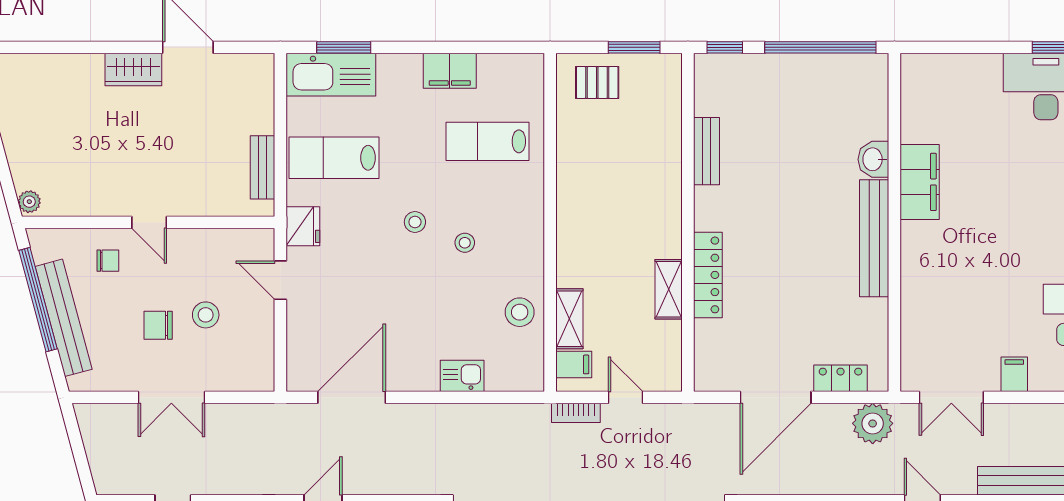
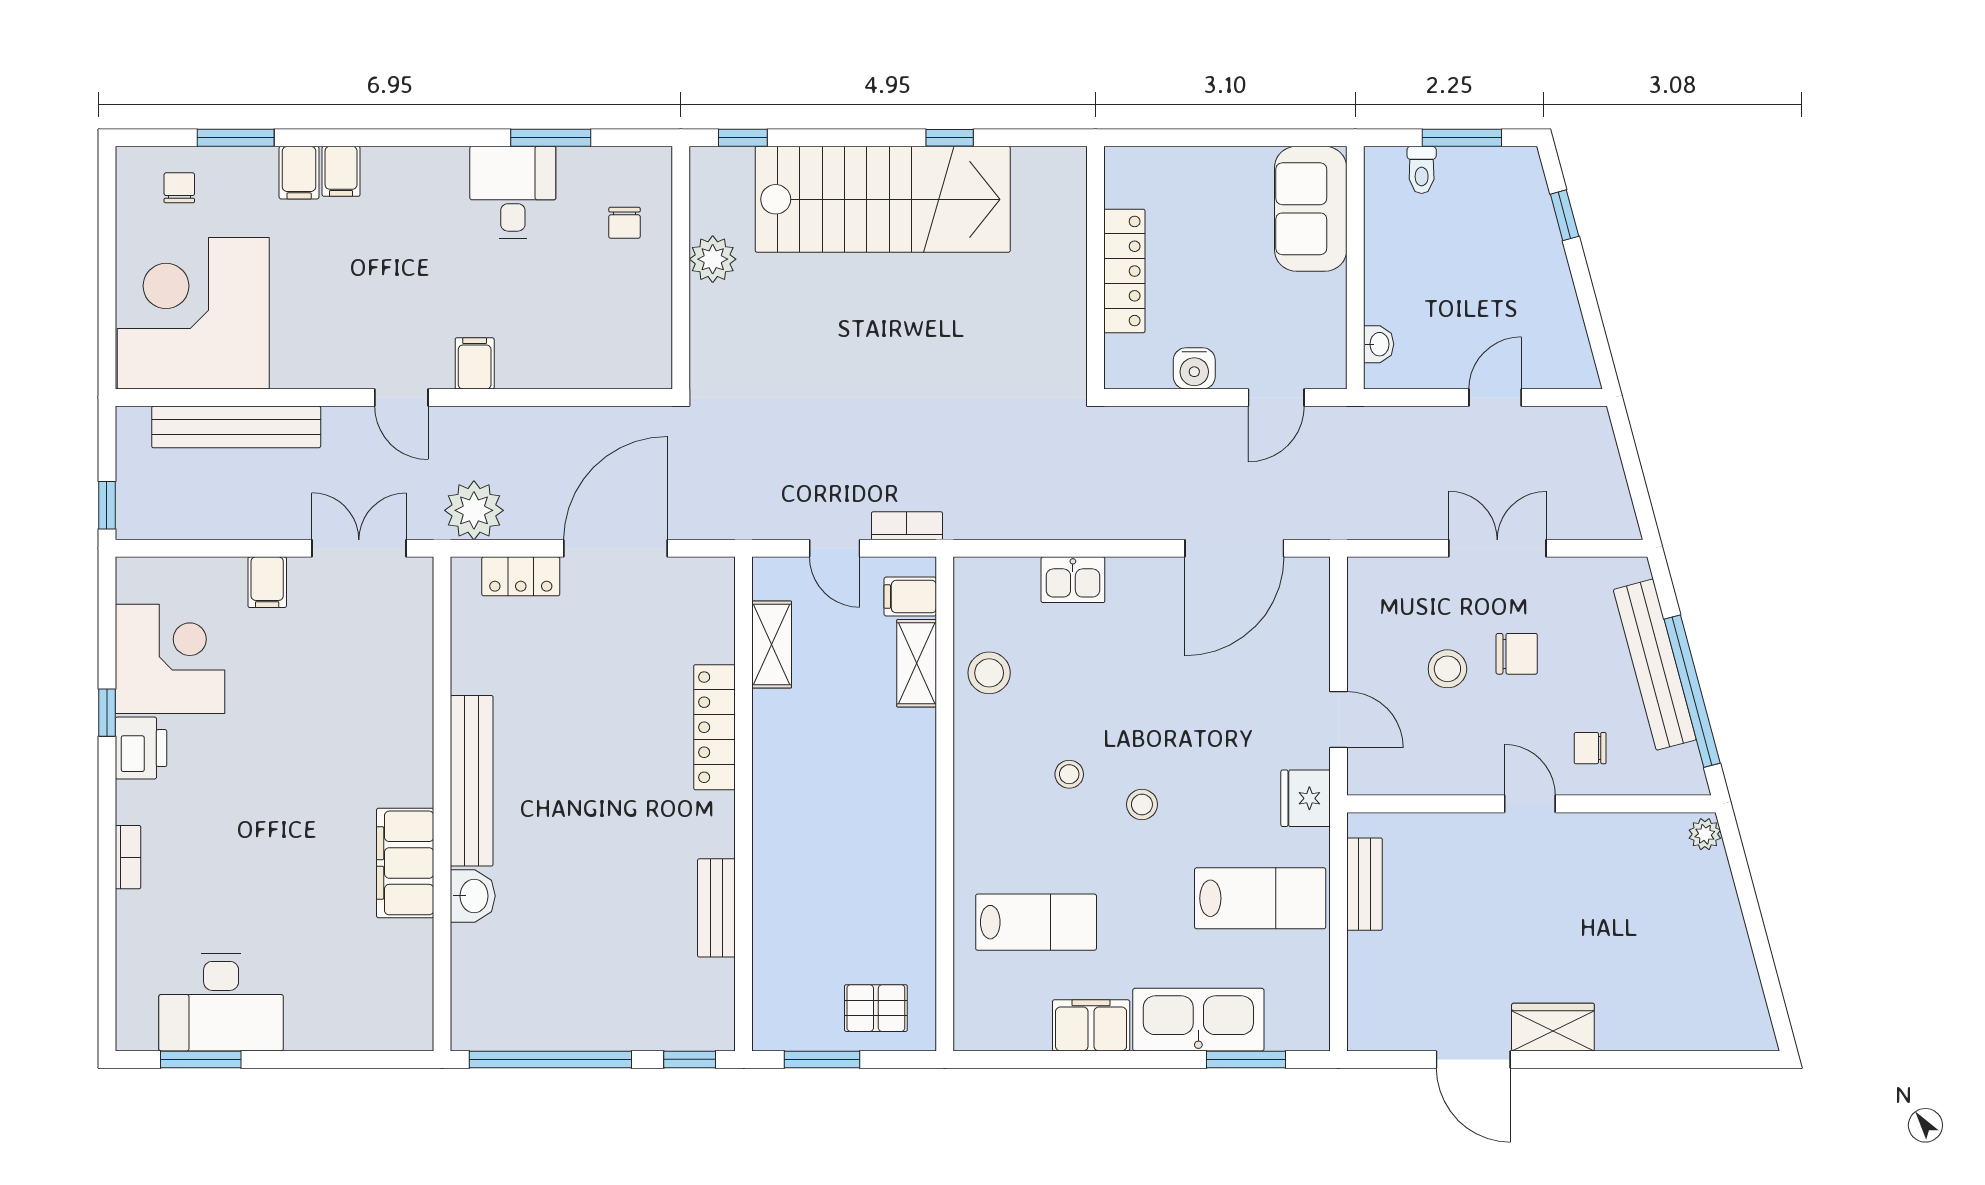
kitchen sink: (331, 75) -> (1198, 1020), moved
shelving: (669, 289) -> (772, 644), moved

